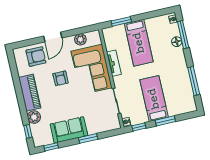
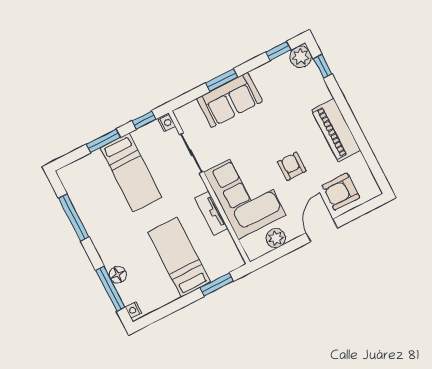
plant: (34, 117) -> (301, 57), moved
sofa: (69, 130) -> (230, 100), moved

